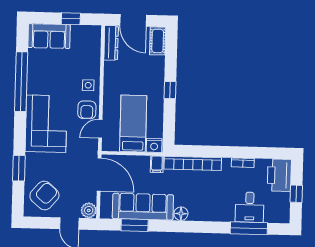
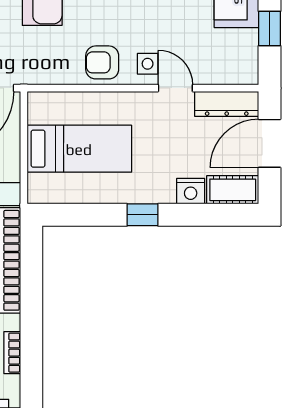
door: (100, 129) -> (175, 88), moved
nightstand: (154, 145) -> (191, 191), moved, turned -90

